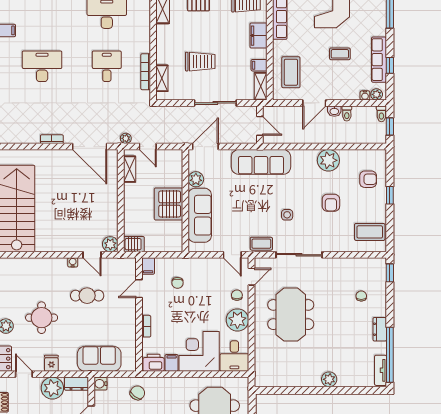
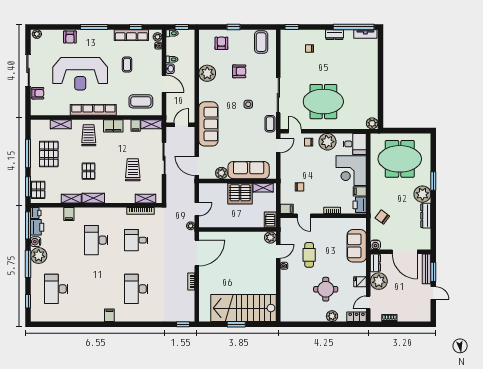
shelving: (130, 169) -> (263, 188), moved
plant: (329, 379) -> (372, 123), moved

